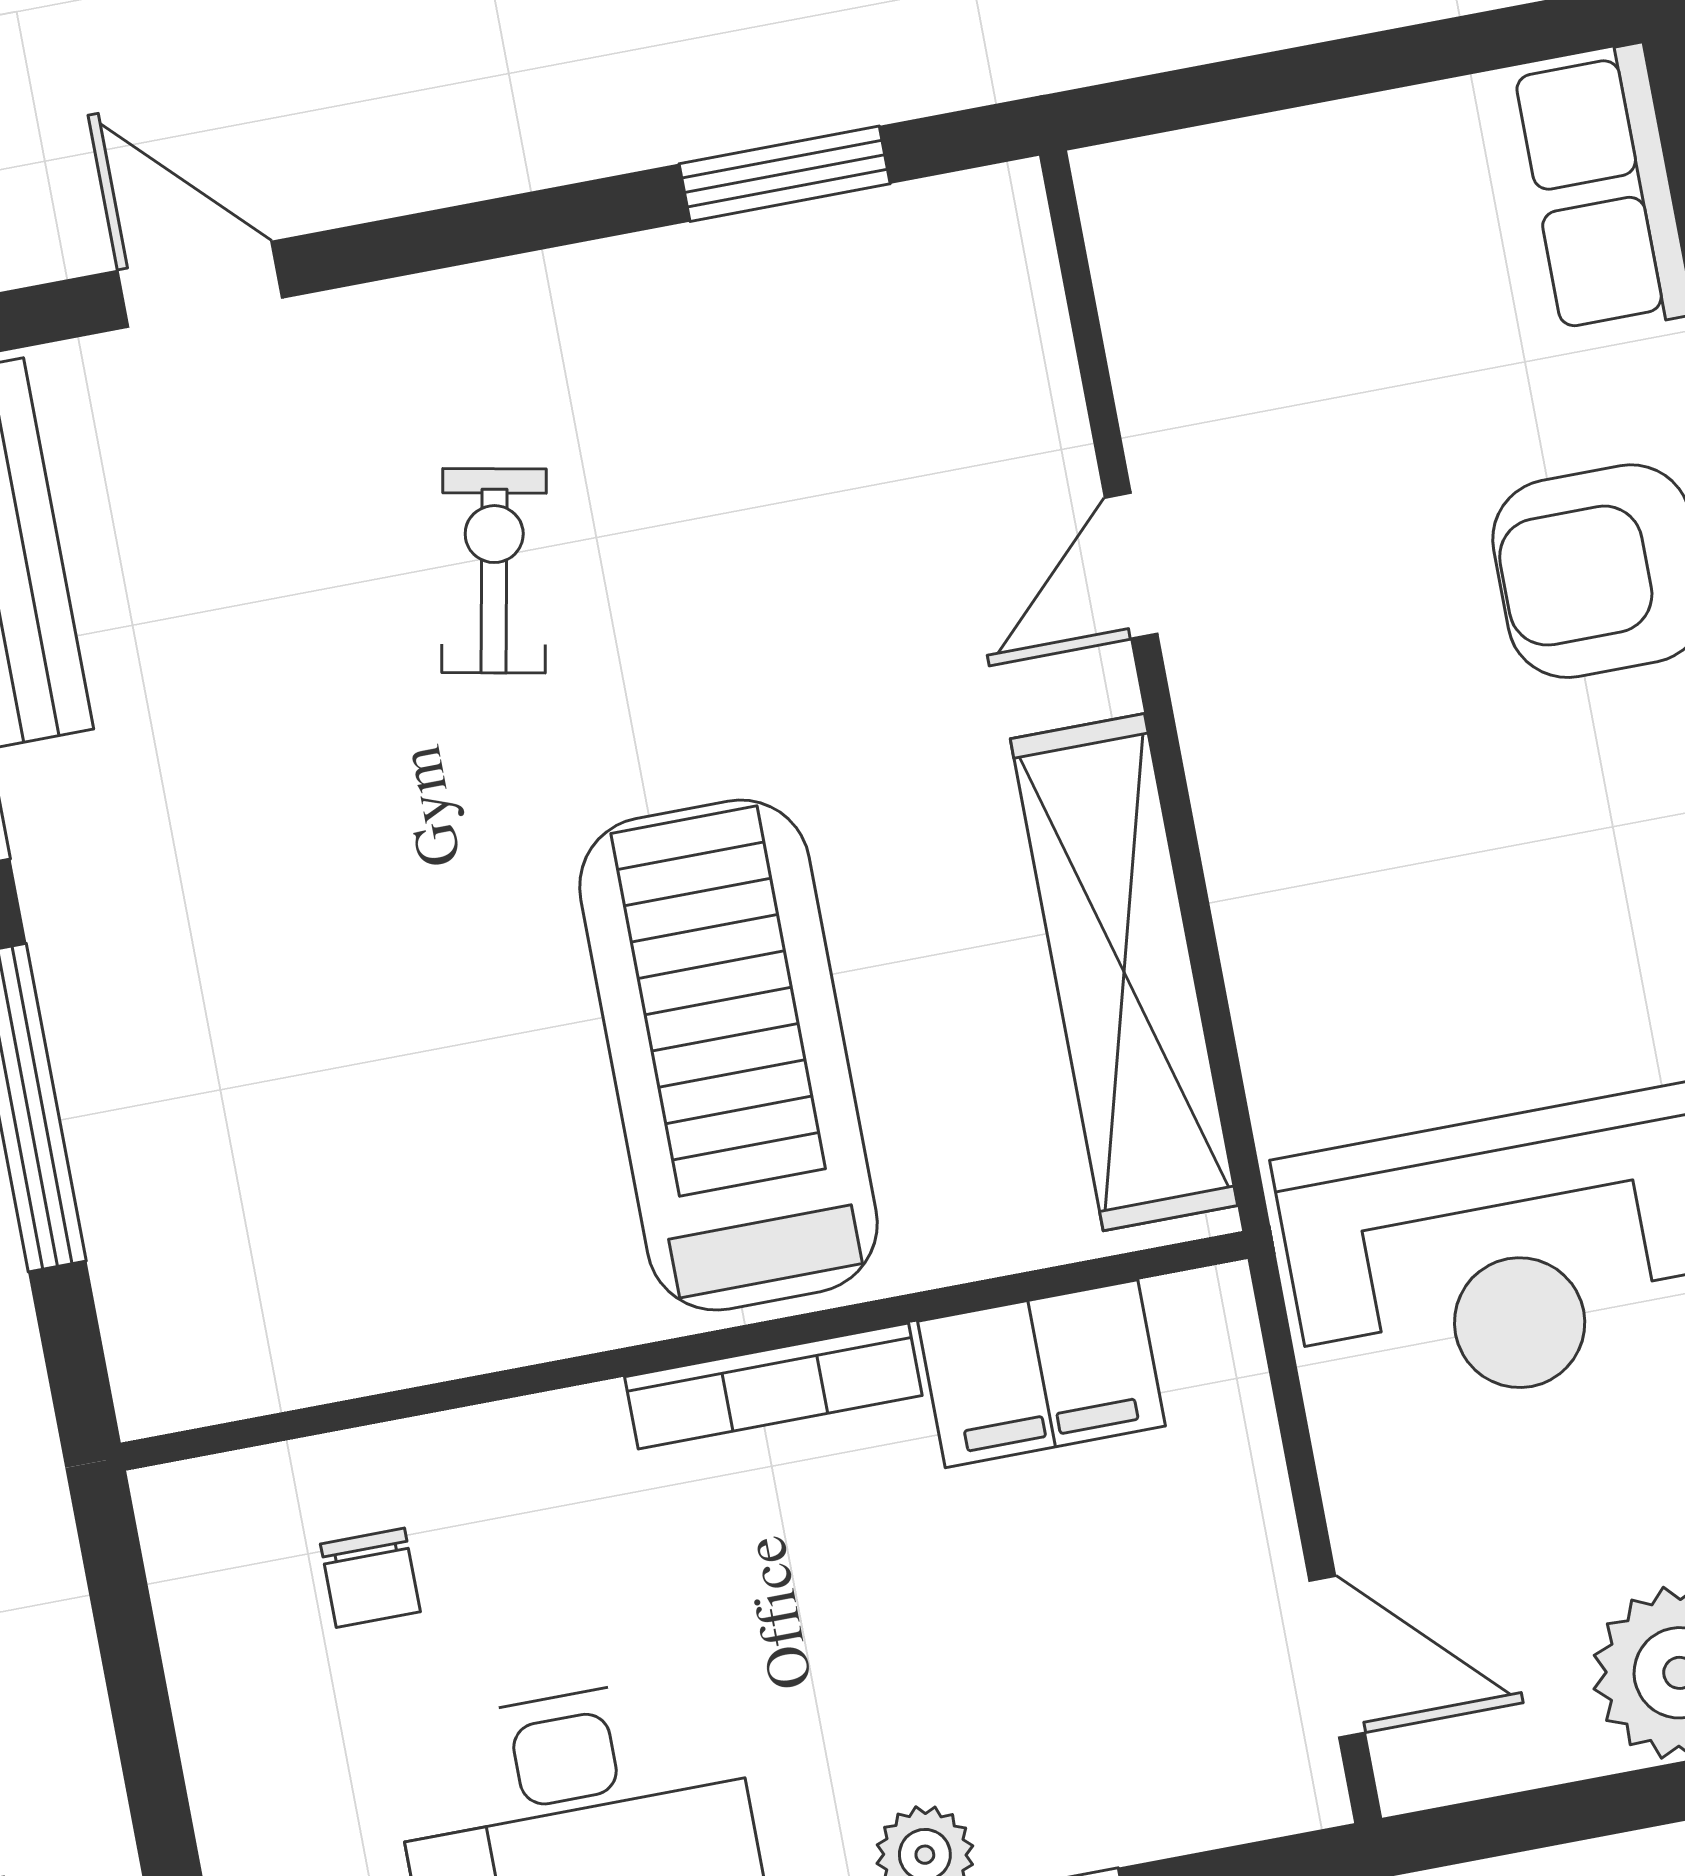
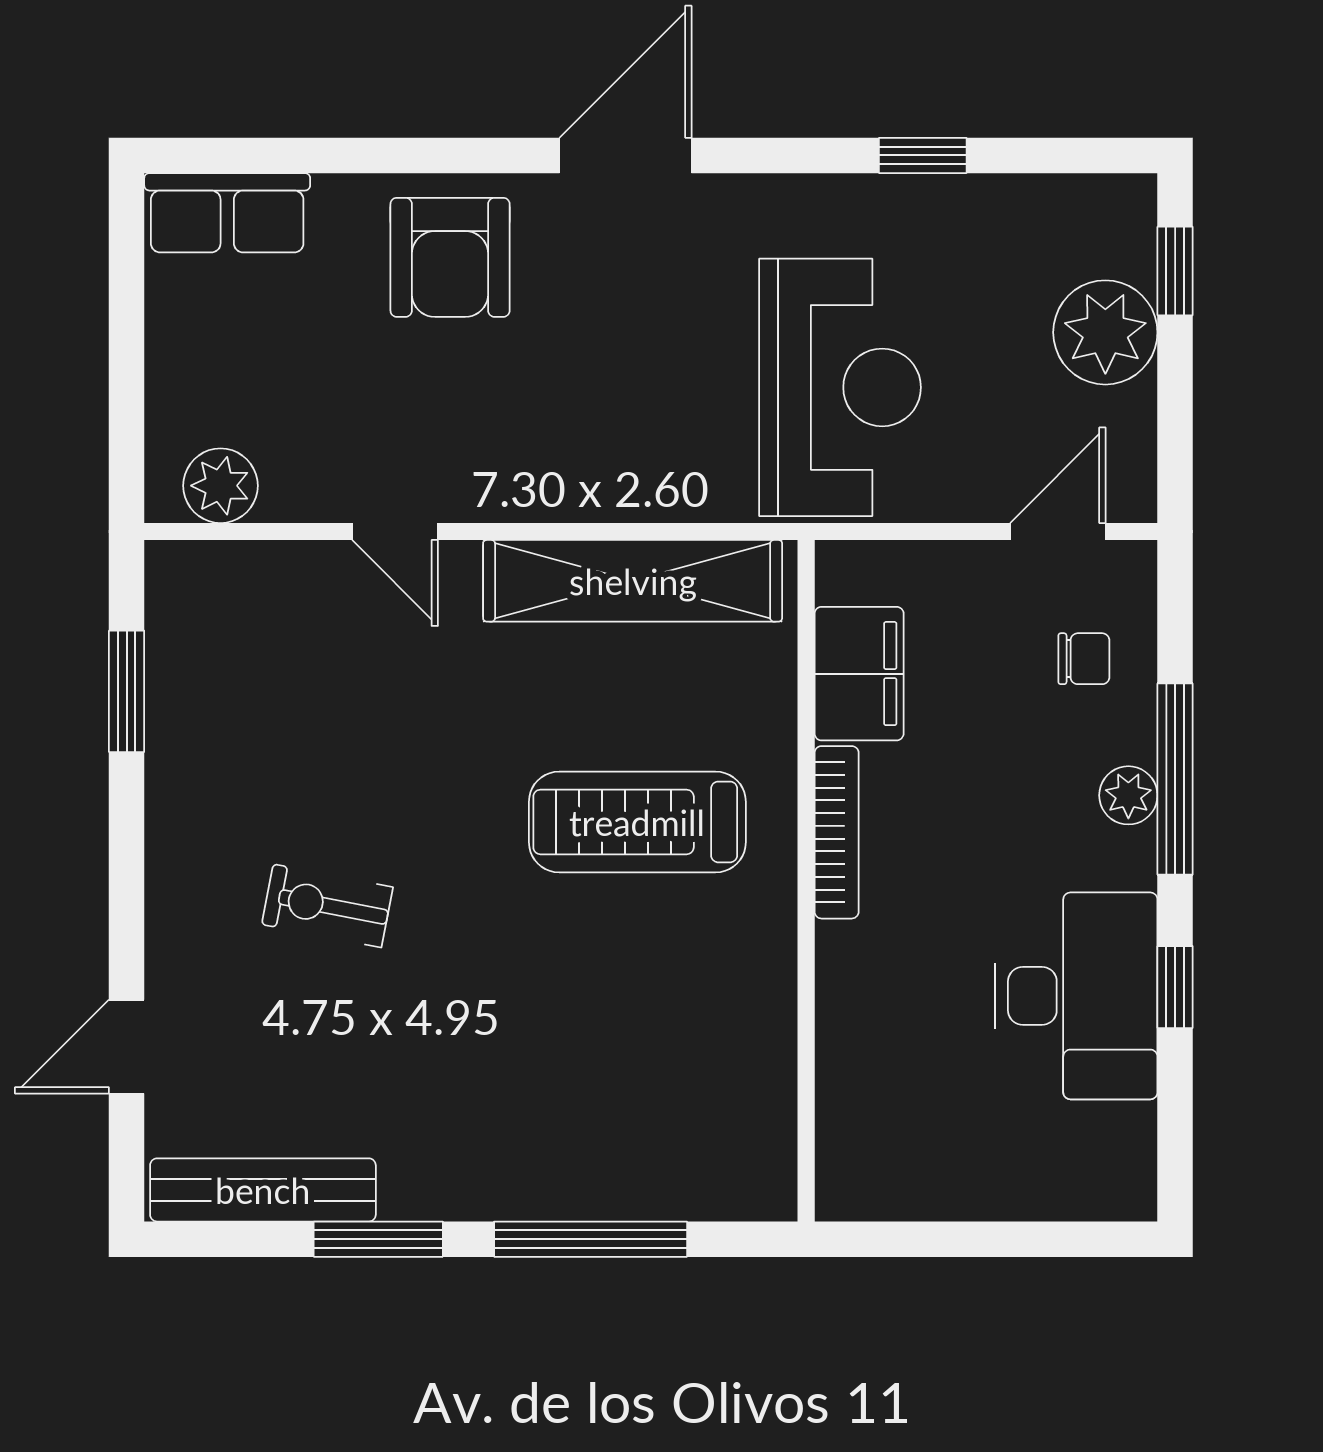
plant: (1152, 264) -> (221, 486), added
treadmill: (728, 1055) -> (637, 822), width x0.73, depth x0.73
chair: (370, 1578) -> (1084, 659), moved

